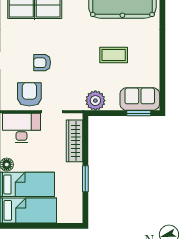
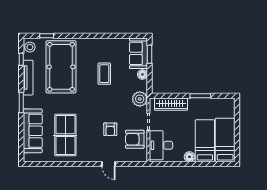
plant: (95, 101) -> (140, 99), moved
floor lamp: (113, 104) -> (142, 74), added

